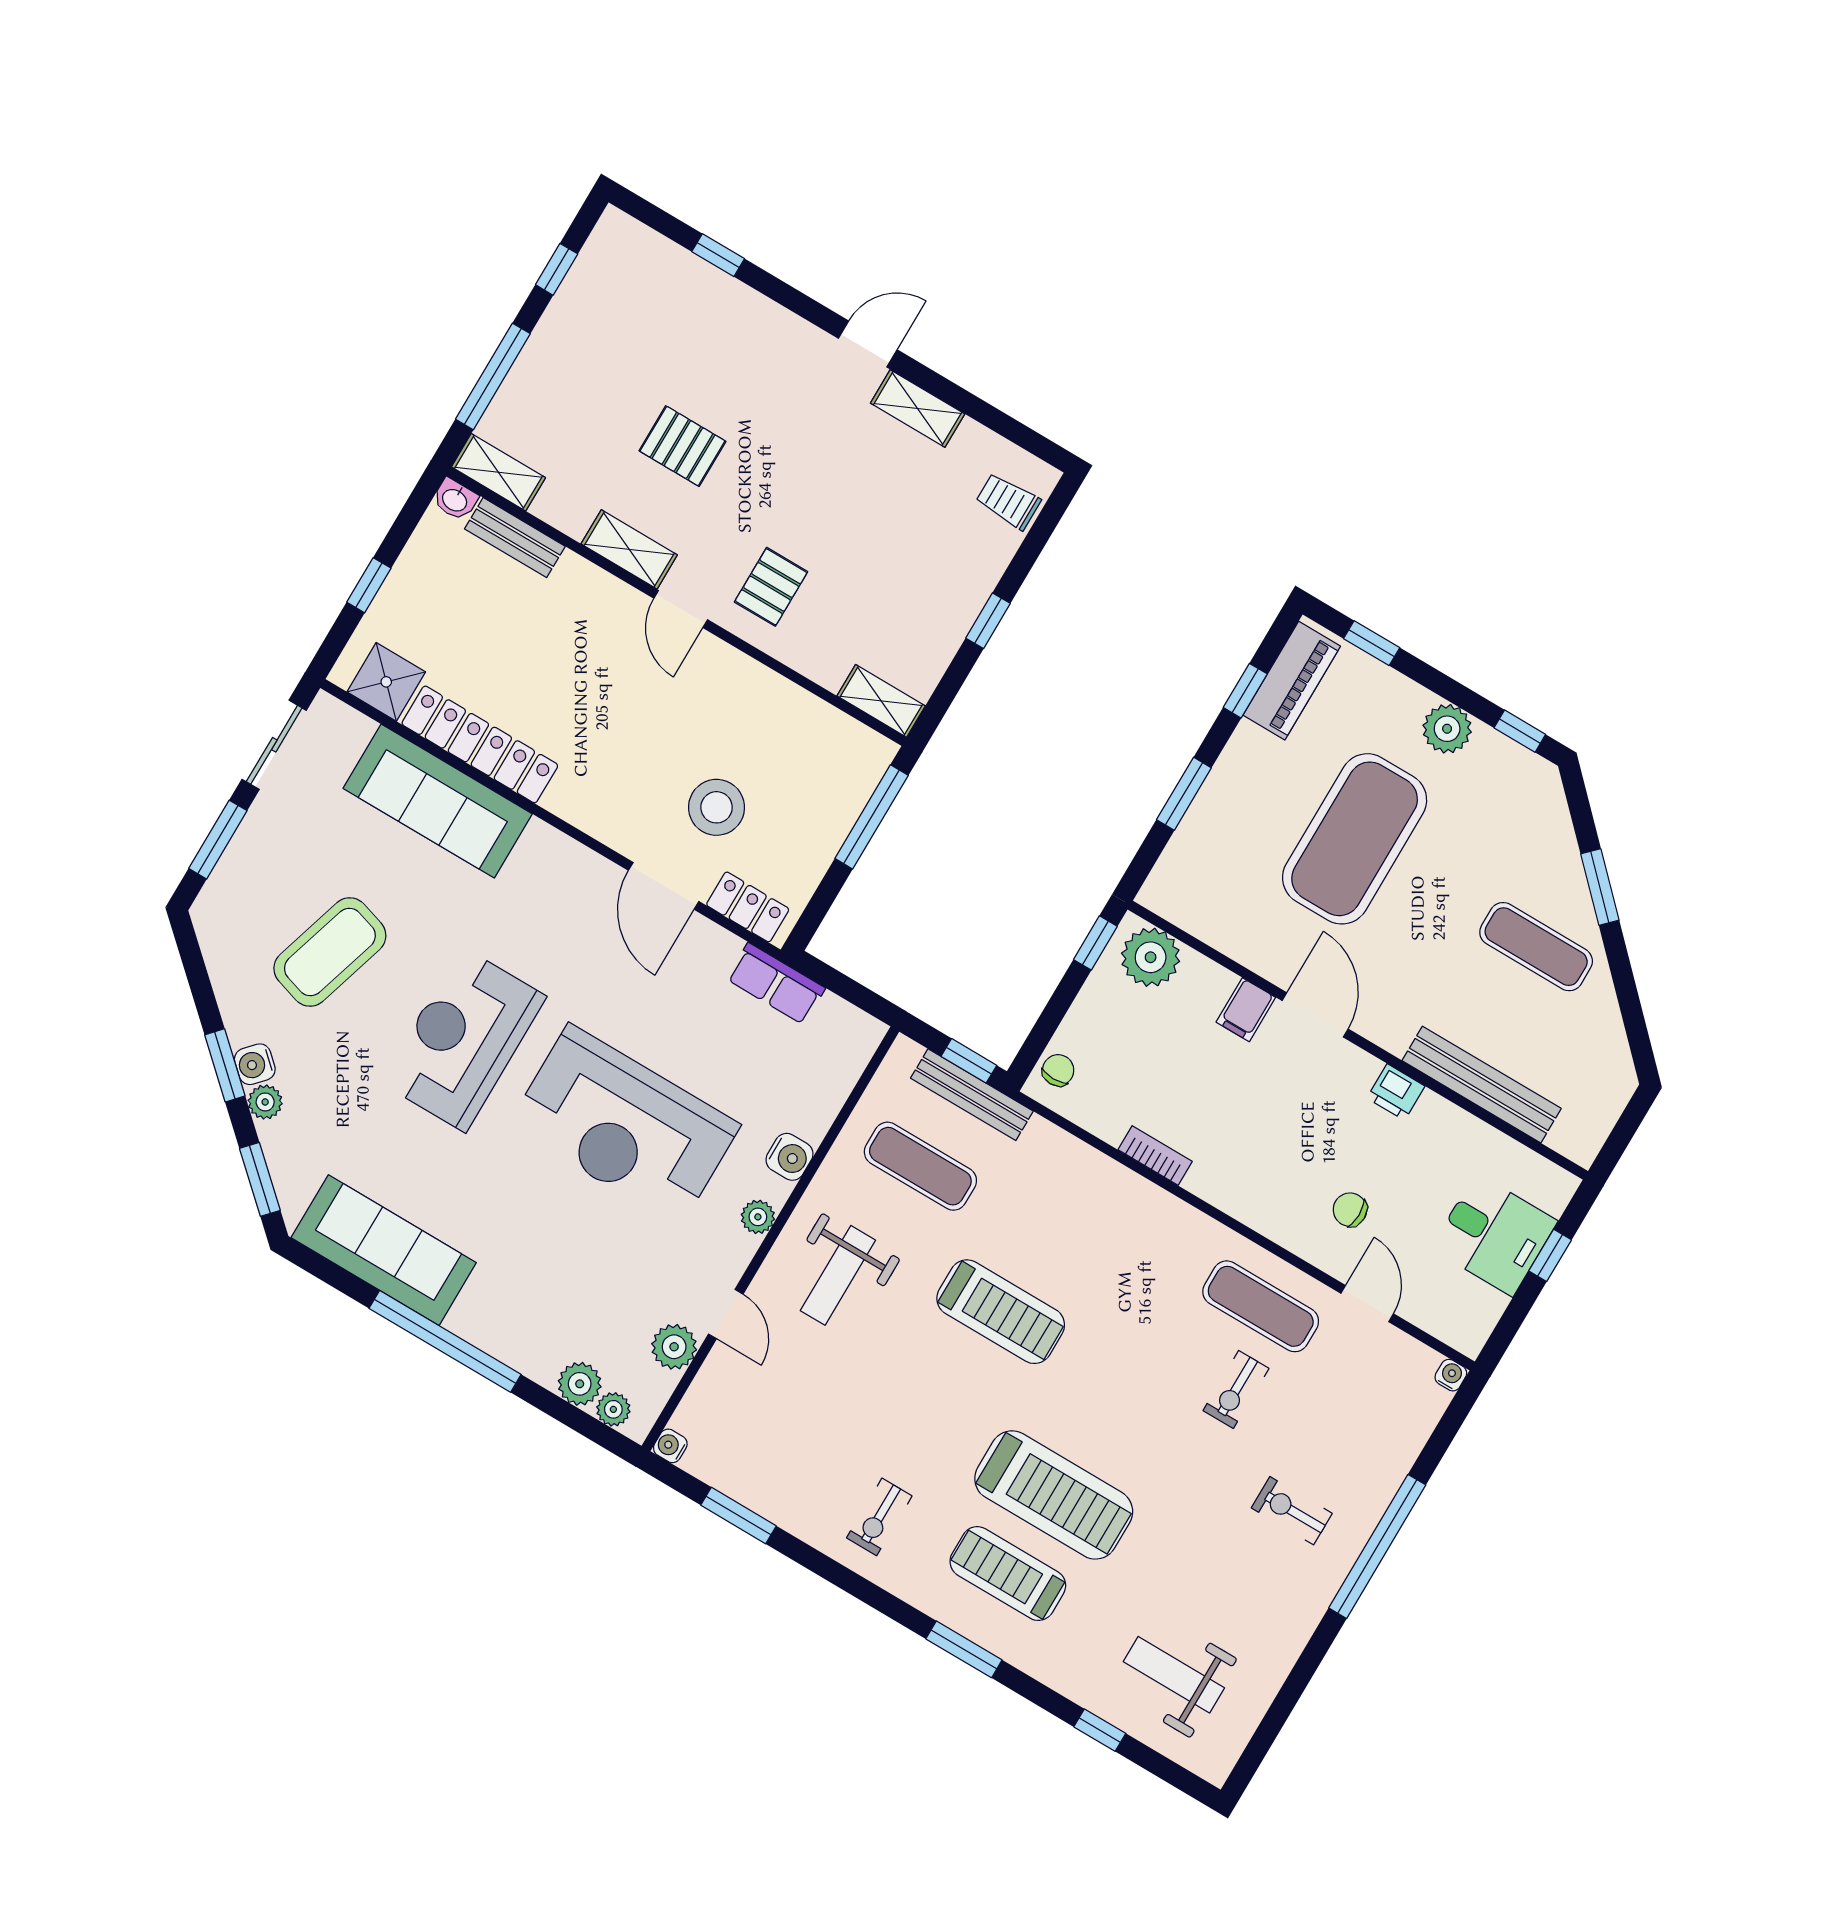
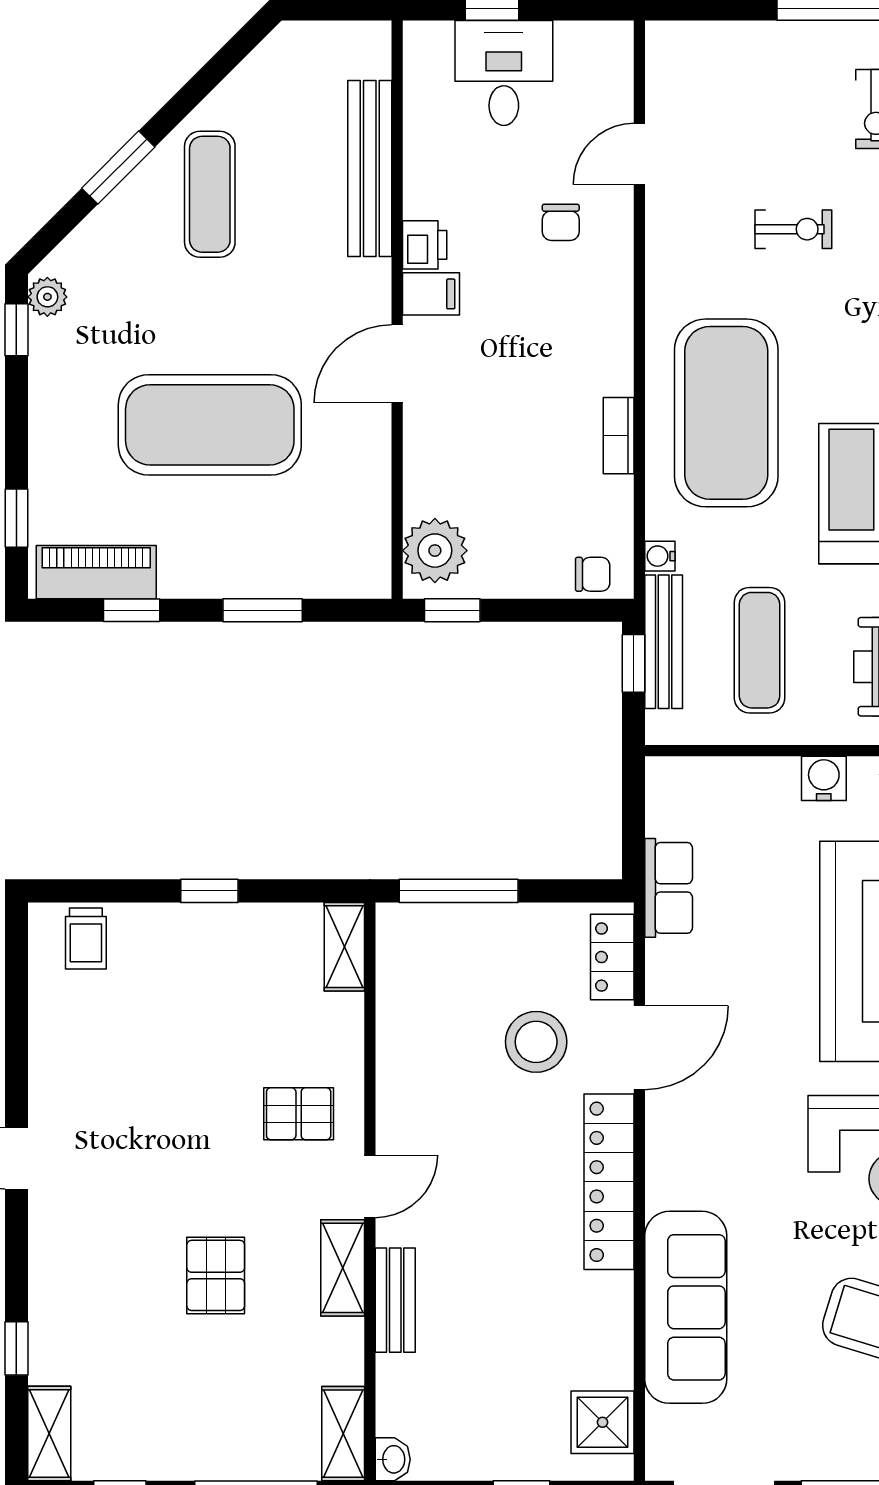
shelving: (918, 408) -> (49, 1433), moved
bench: (515, 538) -> (395, 1300), moved
plant: (1447, 729) -> (47, 297), moved, width x0.73, depth x0.73
locker: (480, 744) -> (609, 1182), moved
filing cabinet: (1246, 1010) -> (431, 294), moved
chair: (1058, 1070) -> (593, 574), turned 180
exercise mat: (1261, 1306) -> (726, 413), moved, width x2.00, depth x1.45
water cooler: (1451, 1375) -> (660, 556), moved

